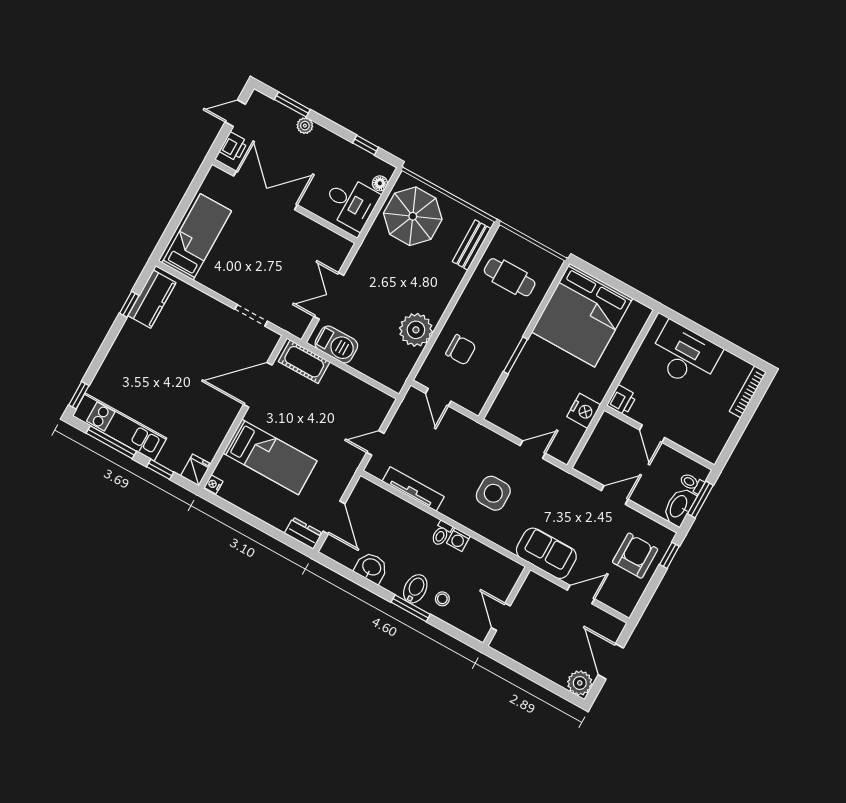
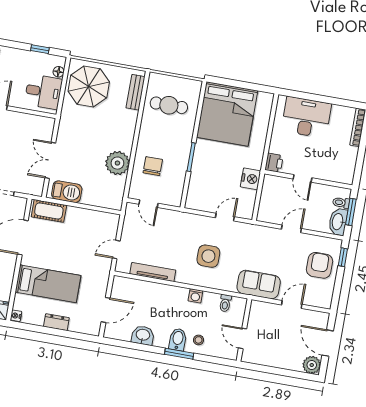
chair: (461, 350) -> (153, 166), turned -90
door: (334, 517) -> (106, 310), hinge flipped
dresser: (303, 533) -> (56, 322), moved
toilet: (441, 533) -> (225, 303), moved

